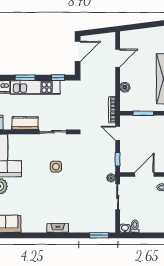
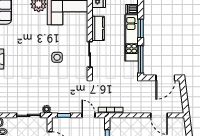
door: (78, 51) -> (165, 78), hinge flipped
window: (58, 78) -> (141, 59), width x2.17
boiler: (125, 87) -> (132, 122), removed
door: (118, 133) -> (88, 115), hinge flipped

